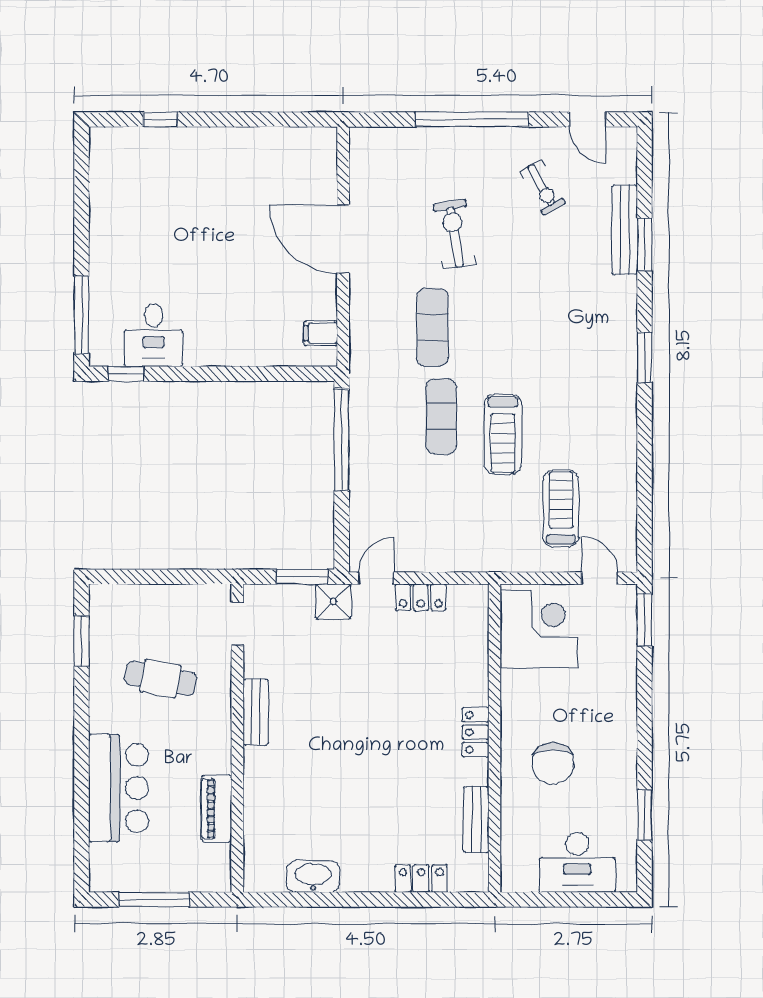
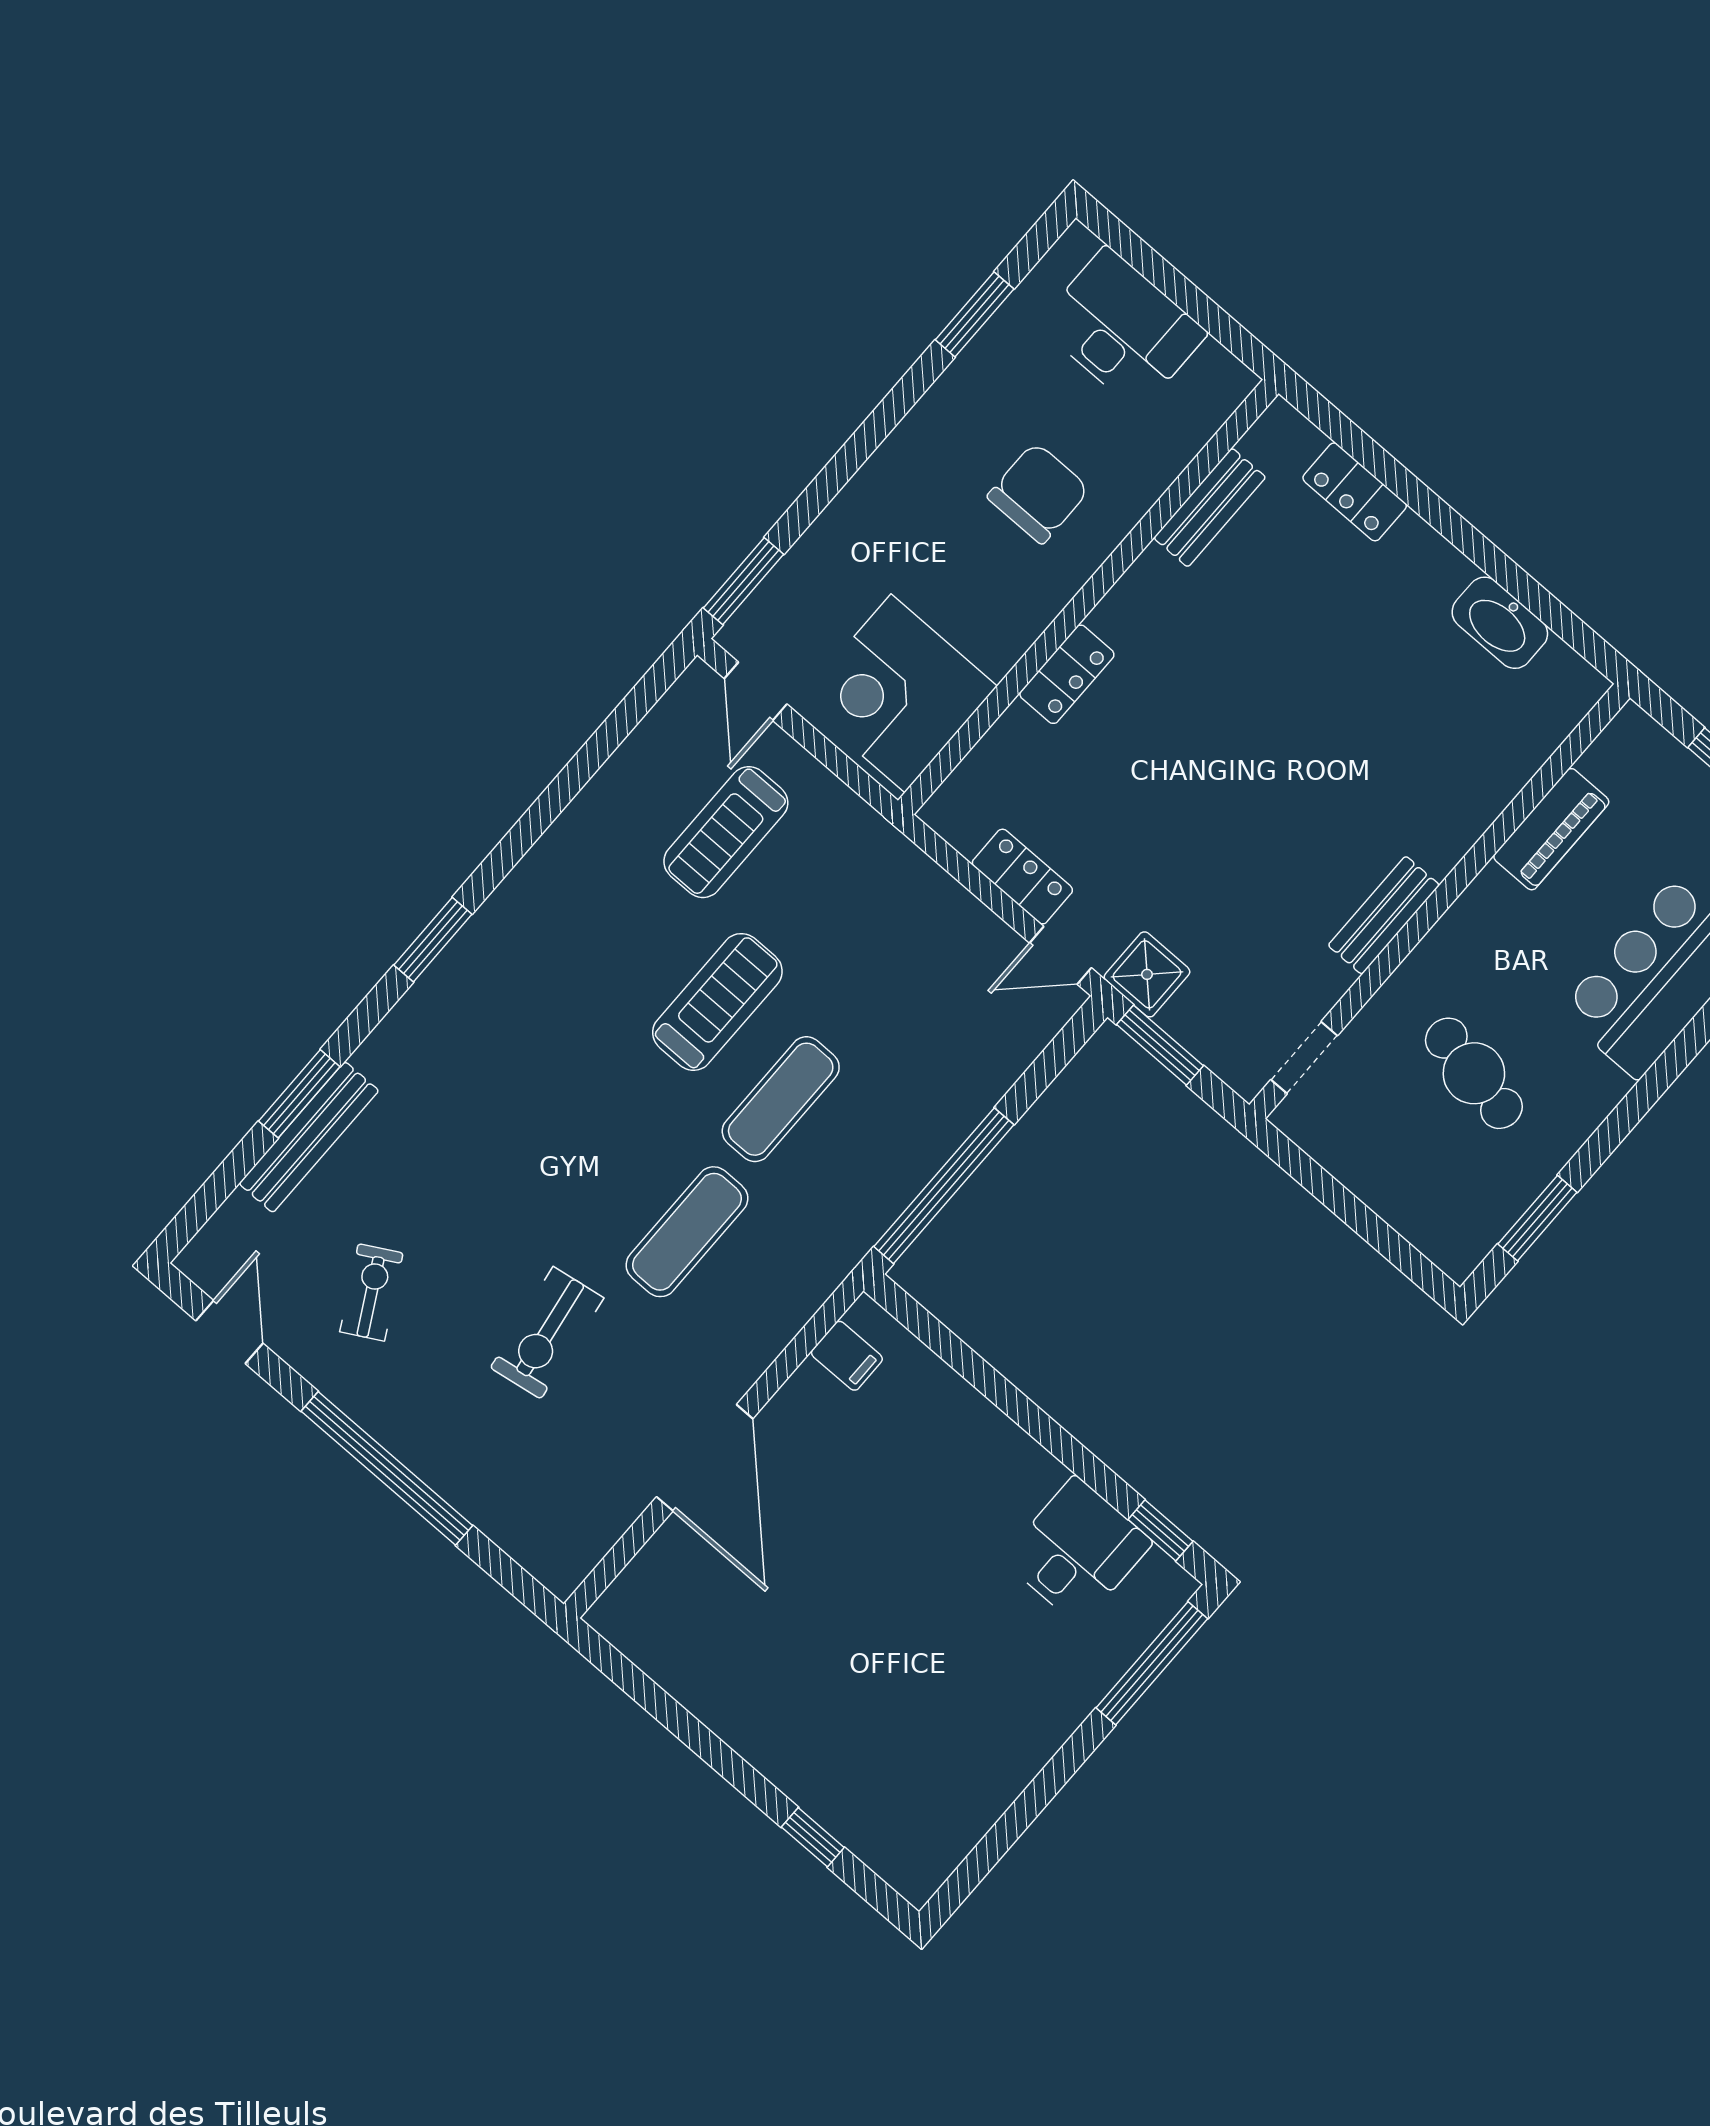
locker: (475, 732) -> (1067, 674), moved

